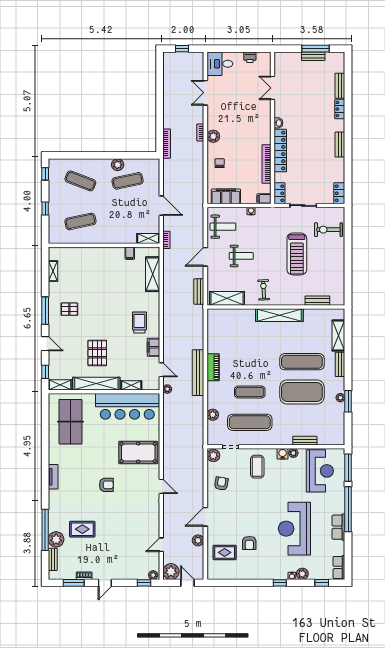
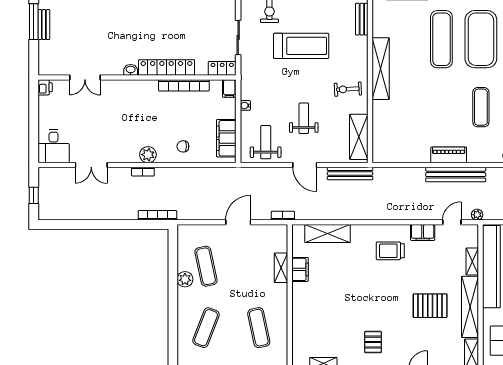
printer: (250, 57) -> (45, 87), moved
shelving: (148, 238) -> (281, 268), moved
filing cabinet: (130, 253) -> (300, 269), width x2.00
bench: (199, 291) -> (350, 173), width x1.36

